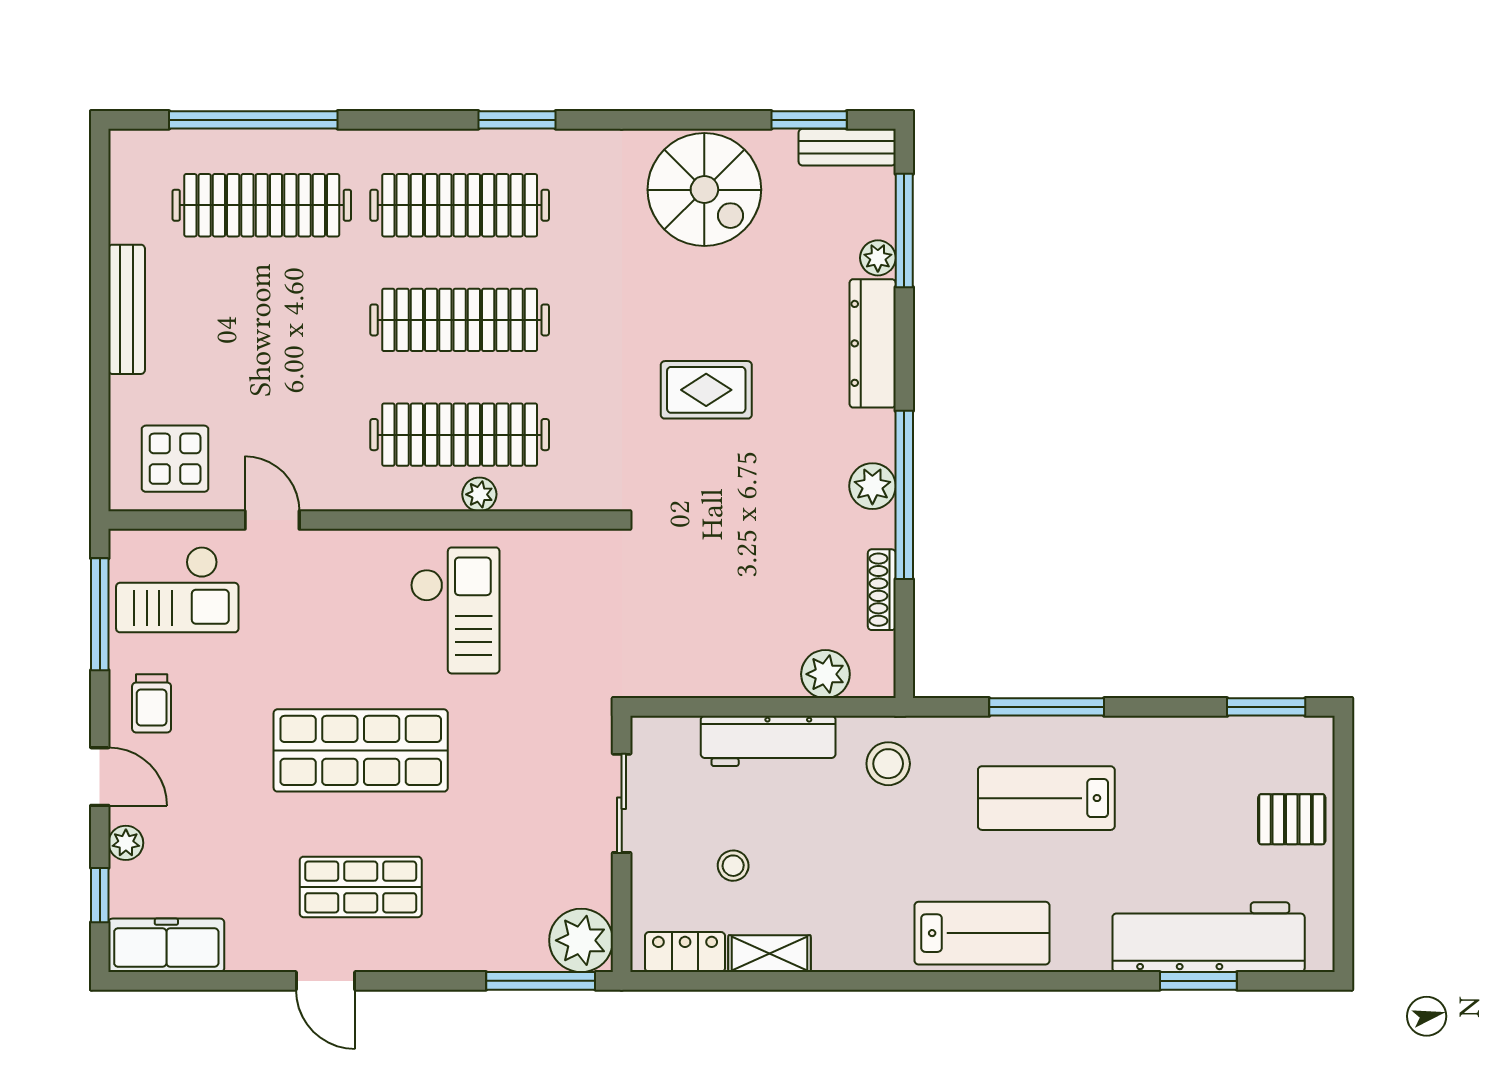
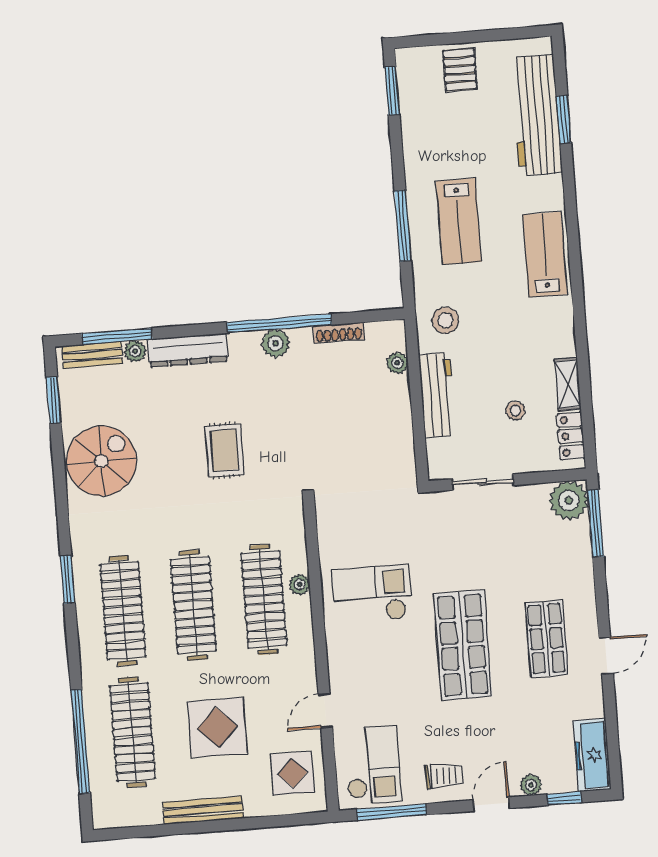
bench: (847, 147) -> (92, 355), moved, turned 90
display table: (259, 343) -> (217, 727), added
plant: (825, 674) -> (397, 363), width x0.73, depth x0.73

